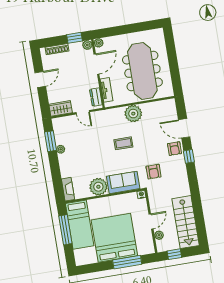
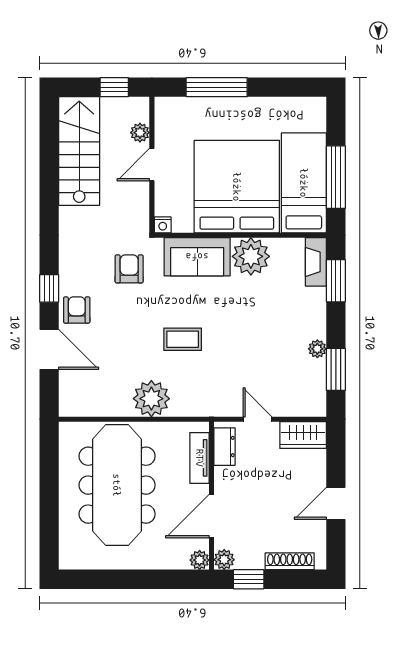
window: (57, 182) -> (336, 281), added
bed: (114, 238) -> (237, 187), moved, turned 180

